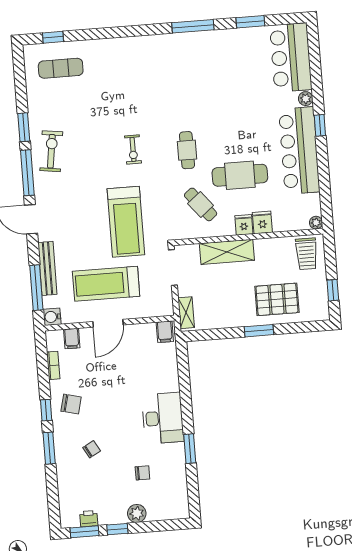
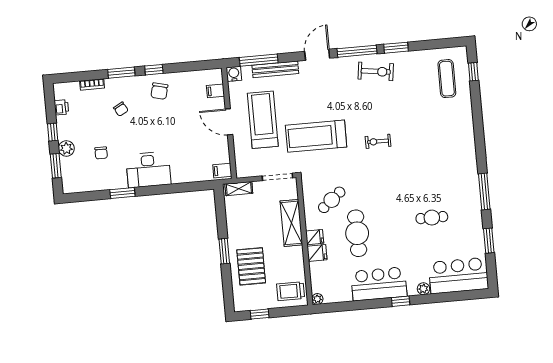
cafe table: (187, 150) -> (432, 218), moved
bar counter: (299, 151) -> (379, 284), width x0.73
bookcase: (53, 365) -> (92, 84), moved
window: (85, 532) -> (56, 166), moved

